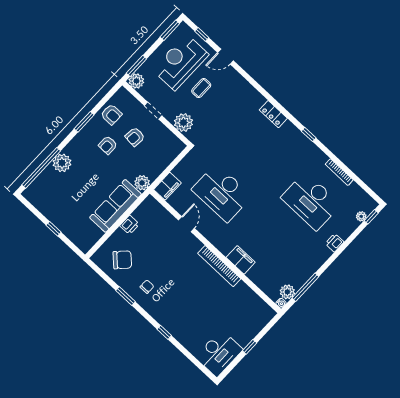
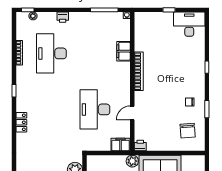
desk: (222, 193) -> (95, 109), turned 180
desk: (311, 201) -> (51, 53), turned 180
printer: (130, 225) -> (140, 146), moved
chair: (122, 260) -> (188, 131), turned -138
filing cabinet: (241, 260) -> (124, 51), moved
plant: (287, 292) -> (117, 18), removed

